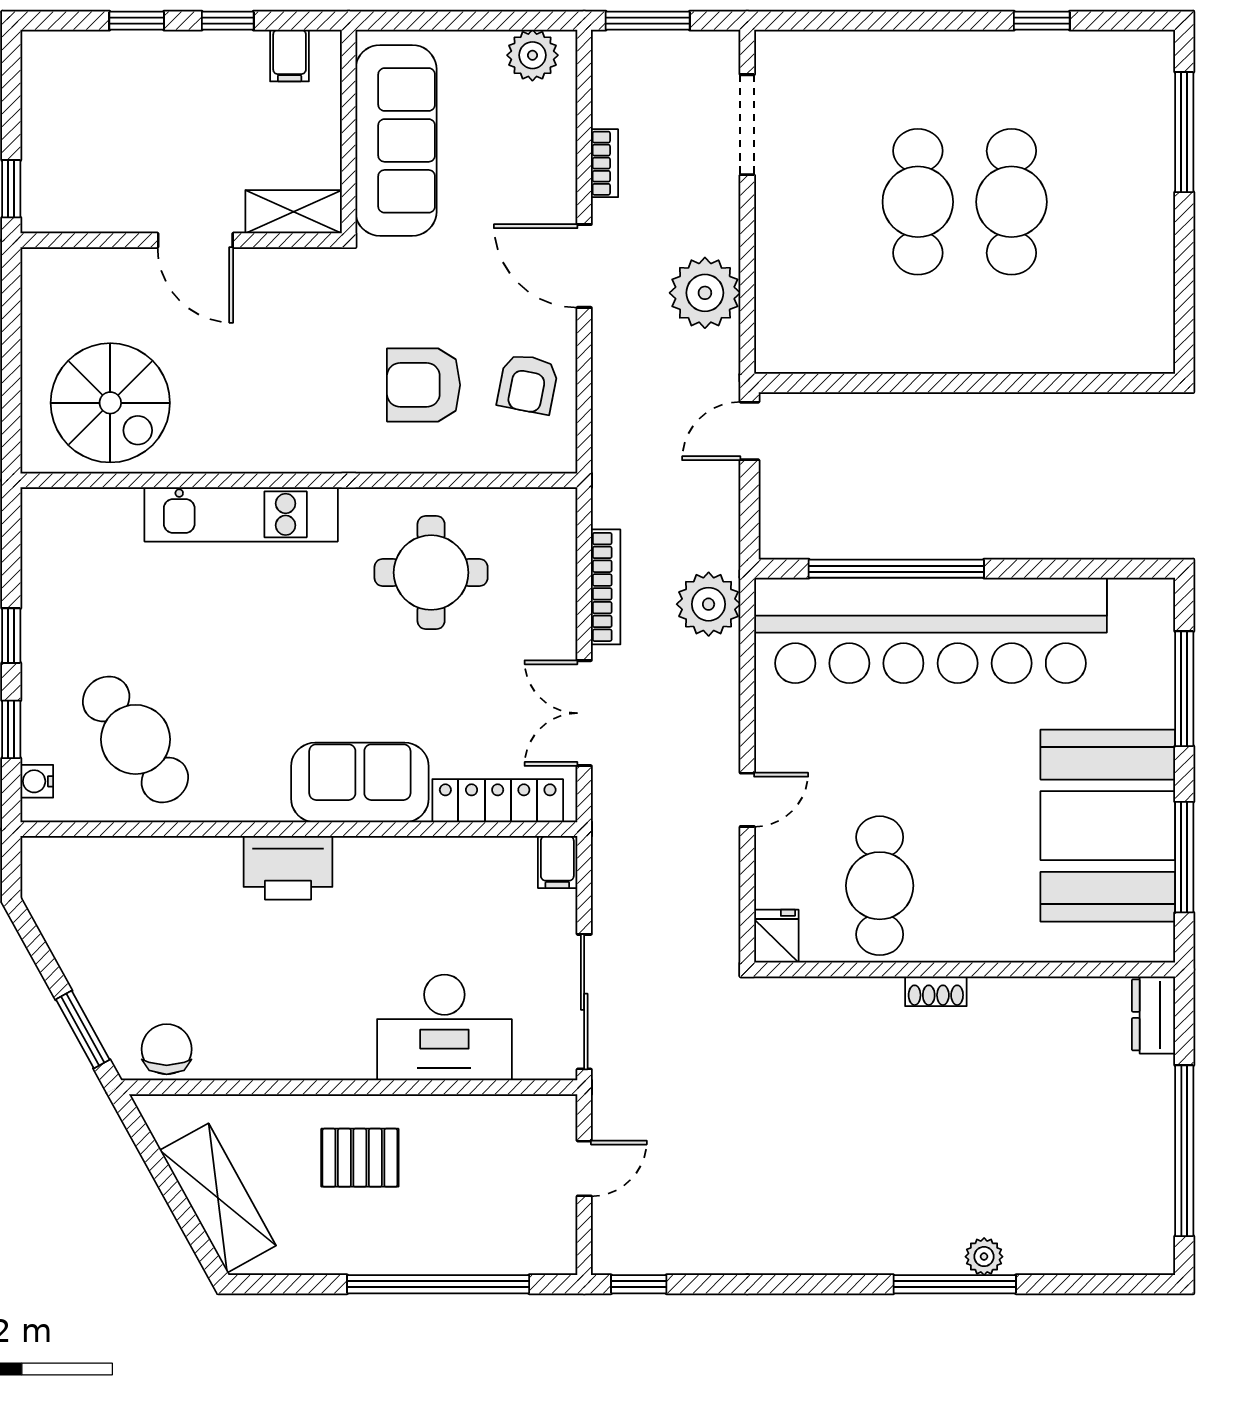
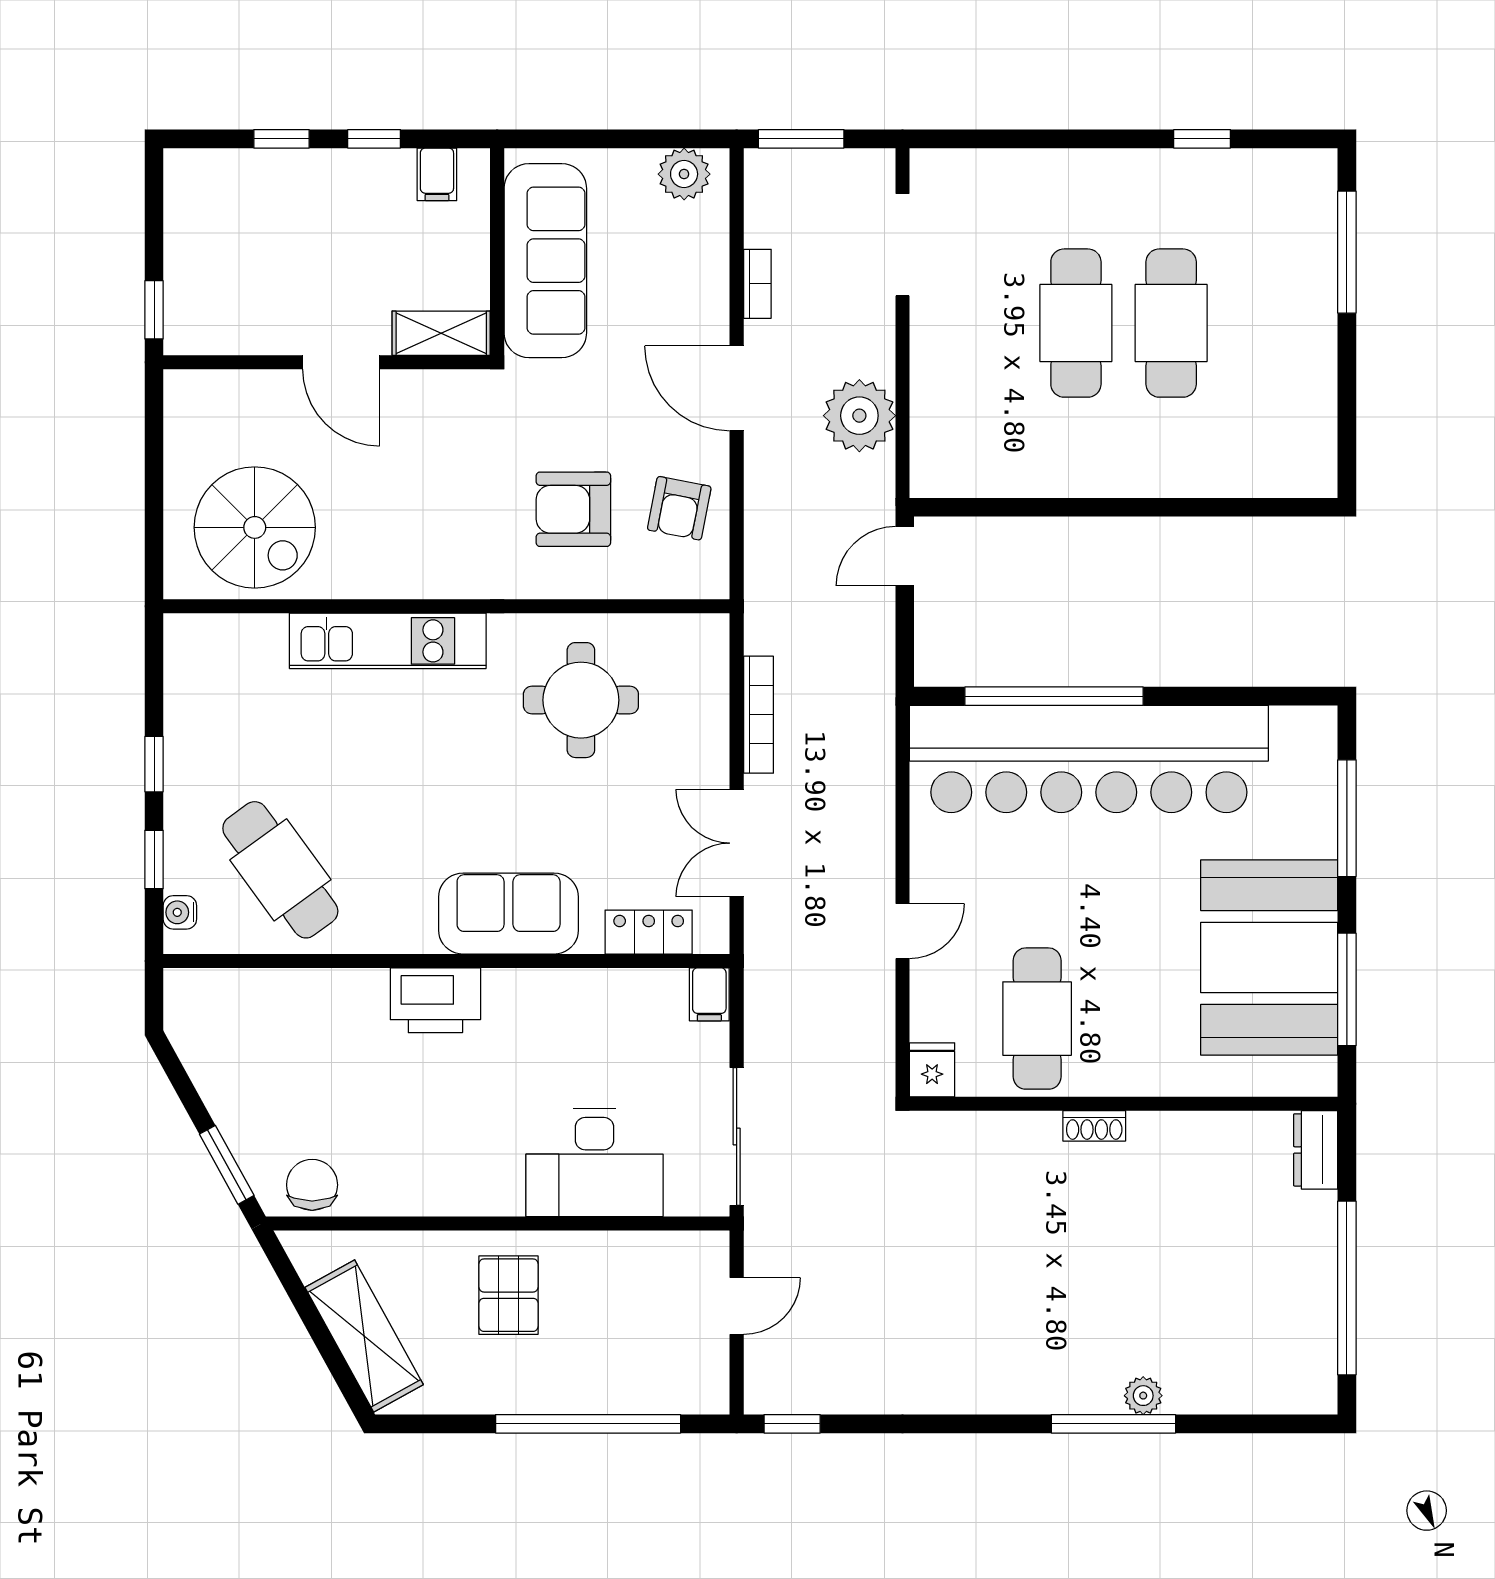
plant: (709, 604) -> (863, 732), removed
locker: (498, 801) -> (649, 932), width x0.66
pallet: (360, 1158) -> (509, 1295), turned 90

